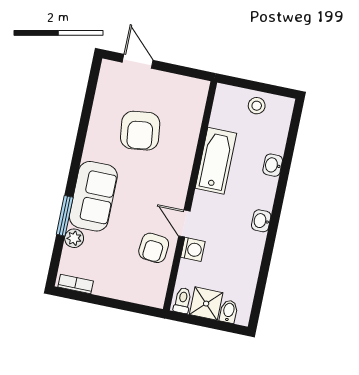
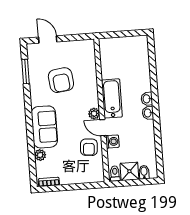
stool: (257, 106) -> (126, 46), removed
bathtub: (216, 161) -> (112, 98), moved
washbasin: (273, 165) -> (147, 99), moved
plant: (177, 198) -> (94, 114), added
window: (65, 216) -> (25, 72), moved

